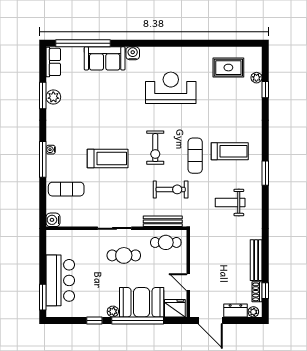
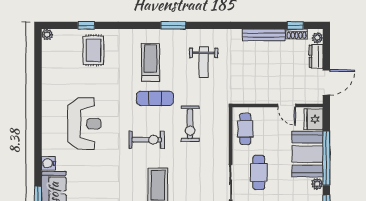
rug: (228, 68) -> (93, 50), moved
plant: (256, 78) -> (47, 35), moved
reception desk: (171, 88) -> (84, 124), turned 180
exercise bike: (171, 189) -> (190, 124), turned 180
bench: (163, 221) -> (223, 132), removed
door: (188, 282) -> (287, 106), hinge flipped

